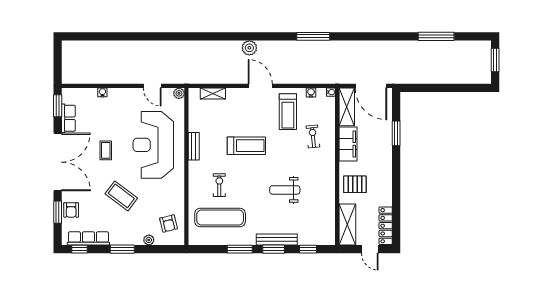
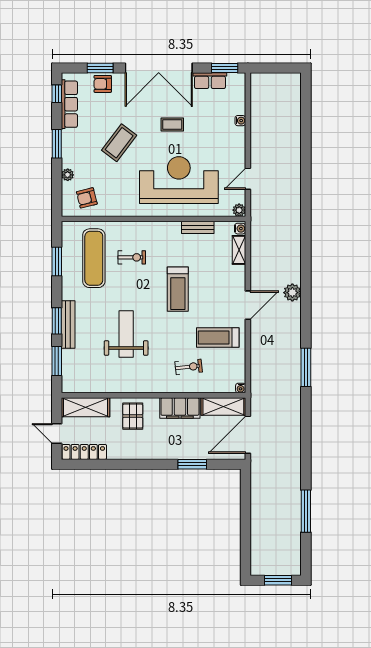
water cooler: (311, 93) -> (240, 229), moved
bench: (194, 146) -> (198, 227), moved
weight bench: (285, 190) -> (126, 334), width x1.36, depth x1.33
window: (240, 249) -> (57, 261), moved
window: (308, 249) -> (57, 361), width x1.50
door: (370, 249) -> (57, 433), hinge flipped

